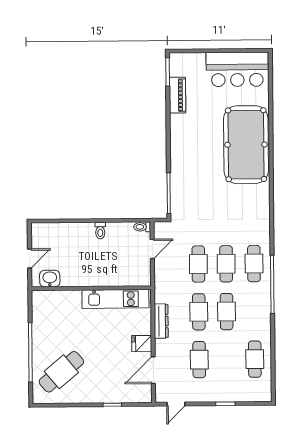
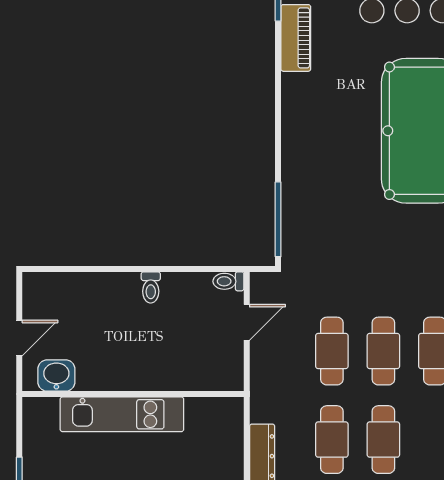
kitchen unit: (115, 299) -> (122, 414), moved

